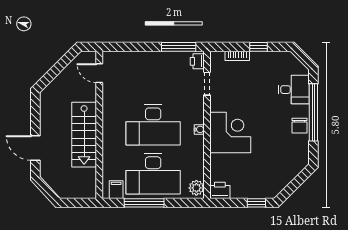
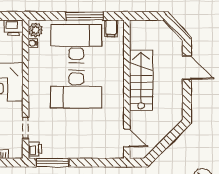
desk: (153, 125) -> (76, 89), turned 180
water cooler: (199, 129) -> (33, 43), moved

